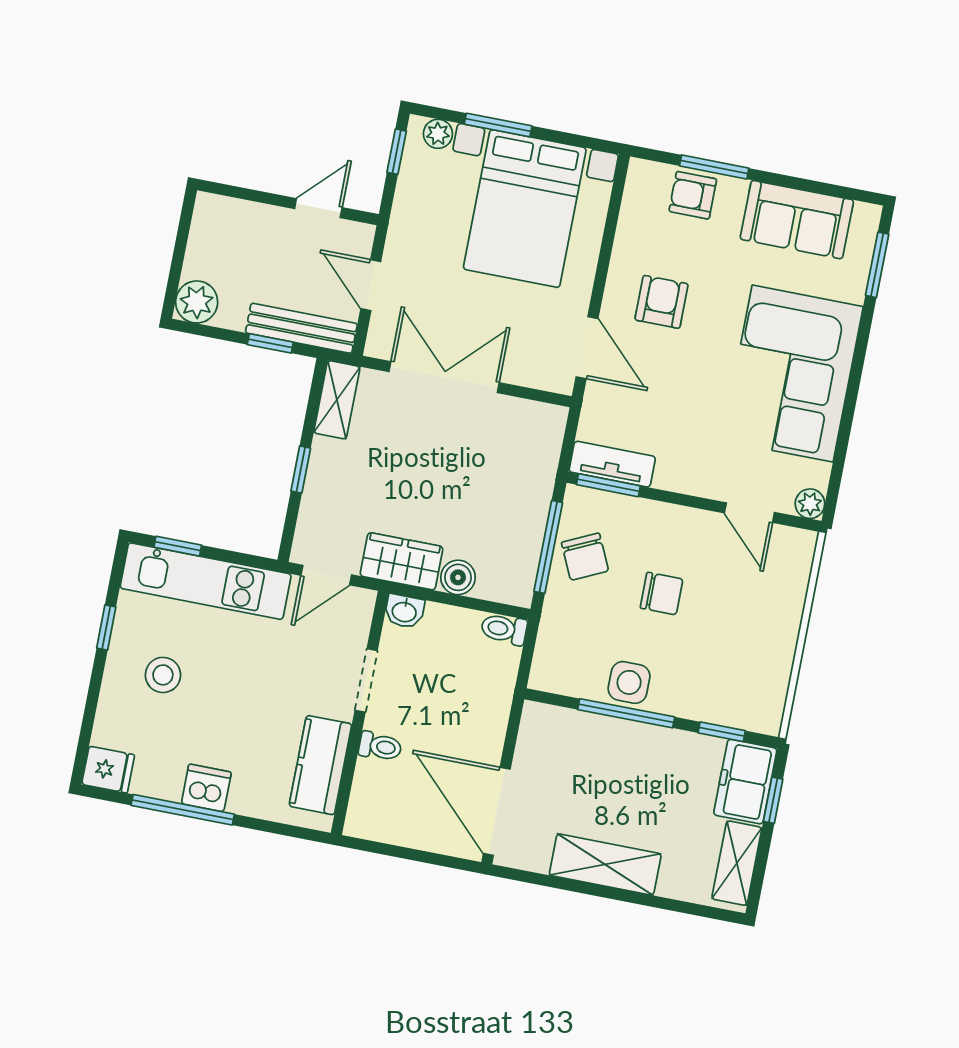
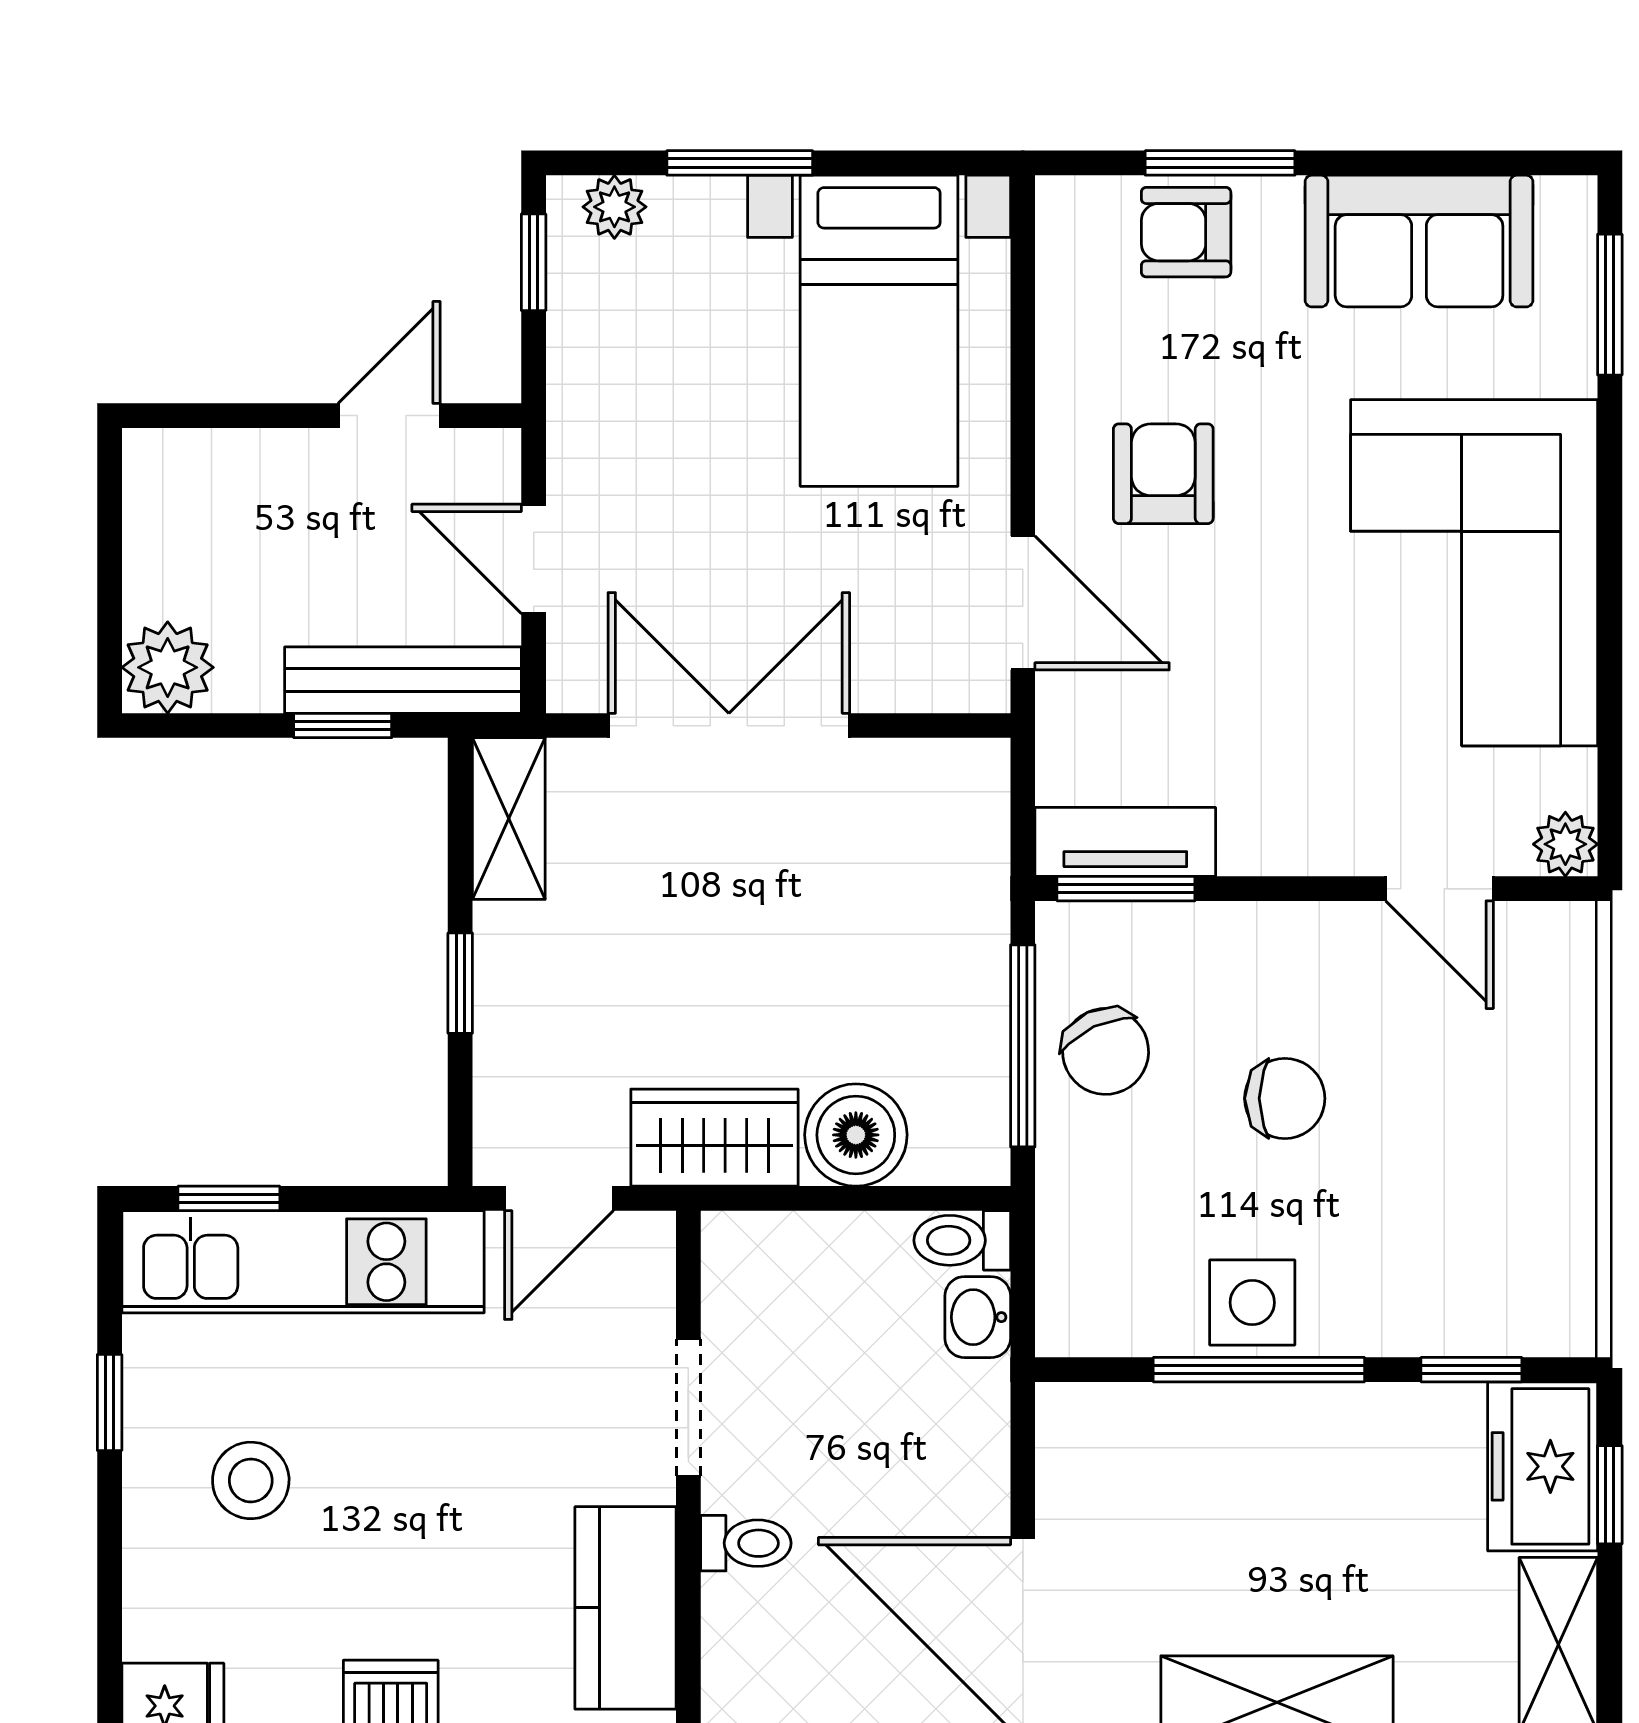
bed with nightstands: (525, 209) -> (879, 331), width x0.73
boiler: (458, 577) -> (856, 1135), width x1.36, depth x1.36
washbasin: (404, 611) -> (978, 1317), moved, turned 90

